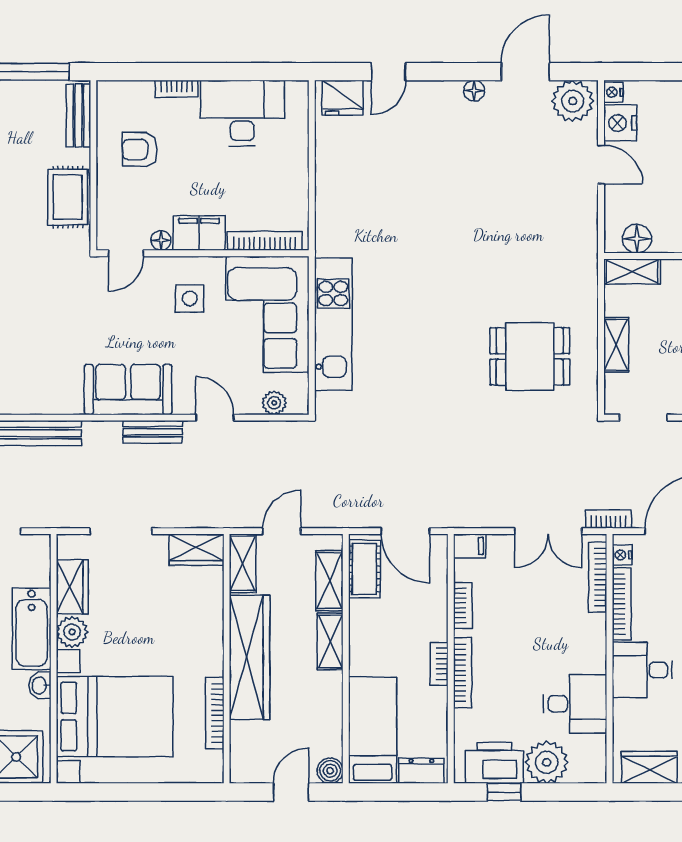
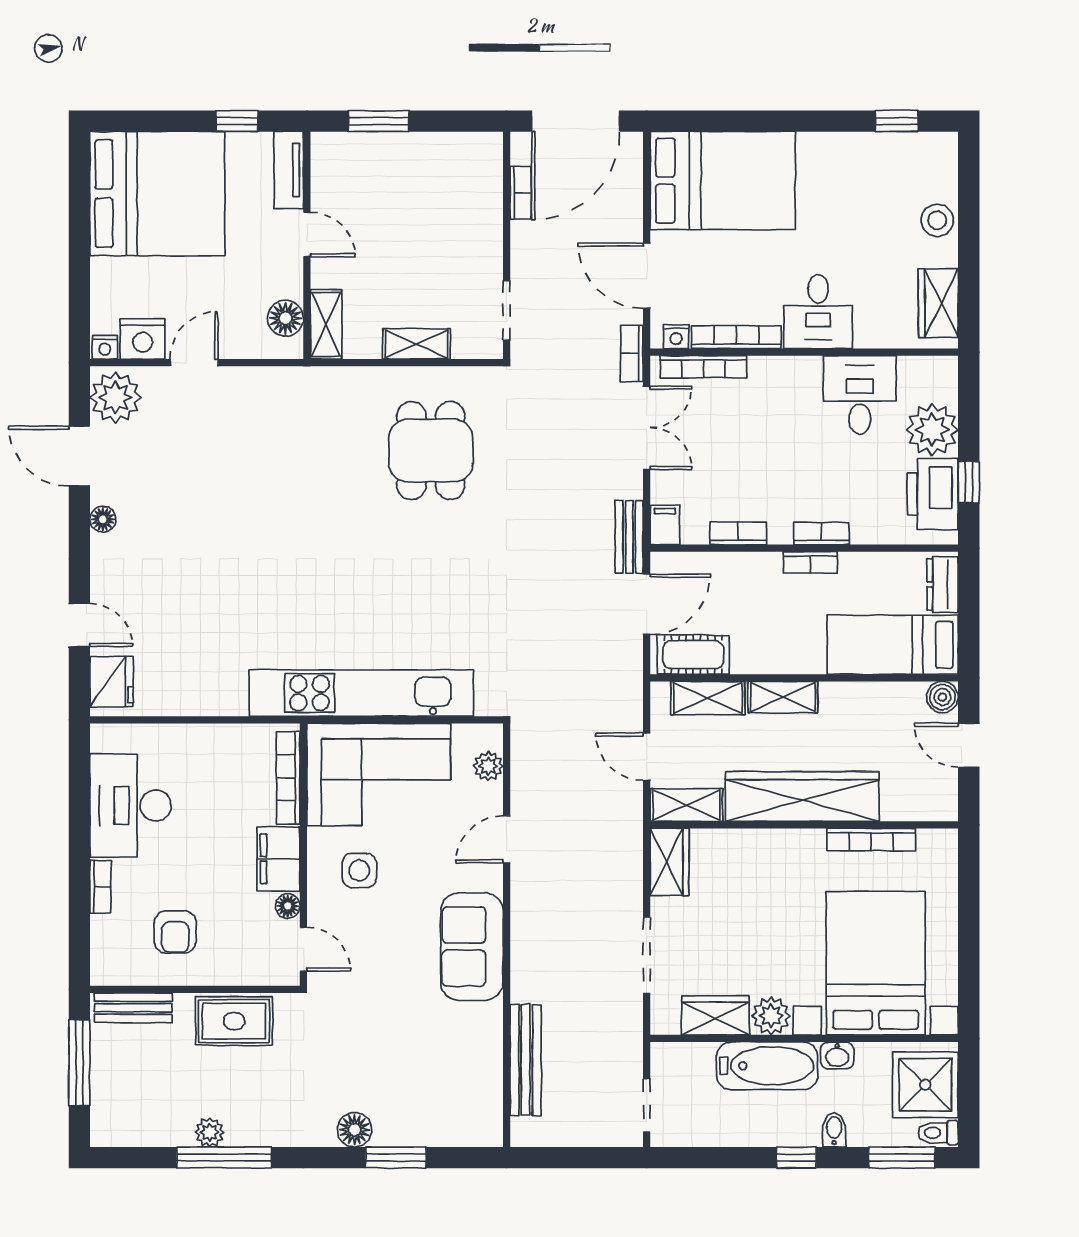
kitchen unit: (333, 324) -> (361, 693), width x1.36
bench: (153, 432) -> (629, 537), moved
bookcase: (463, 673) -> (821, 534), width x0.64

